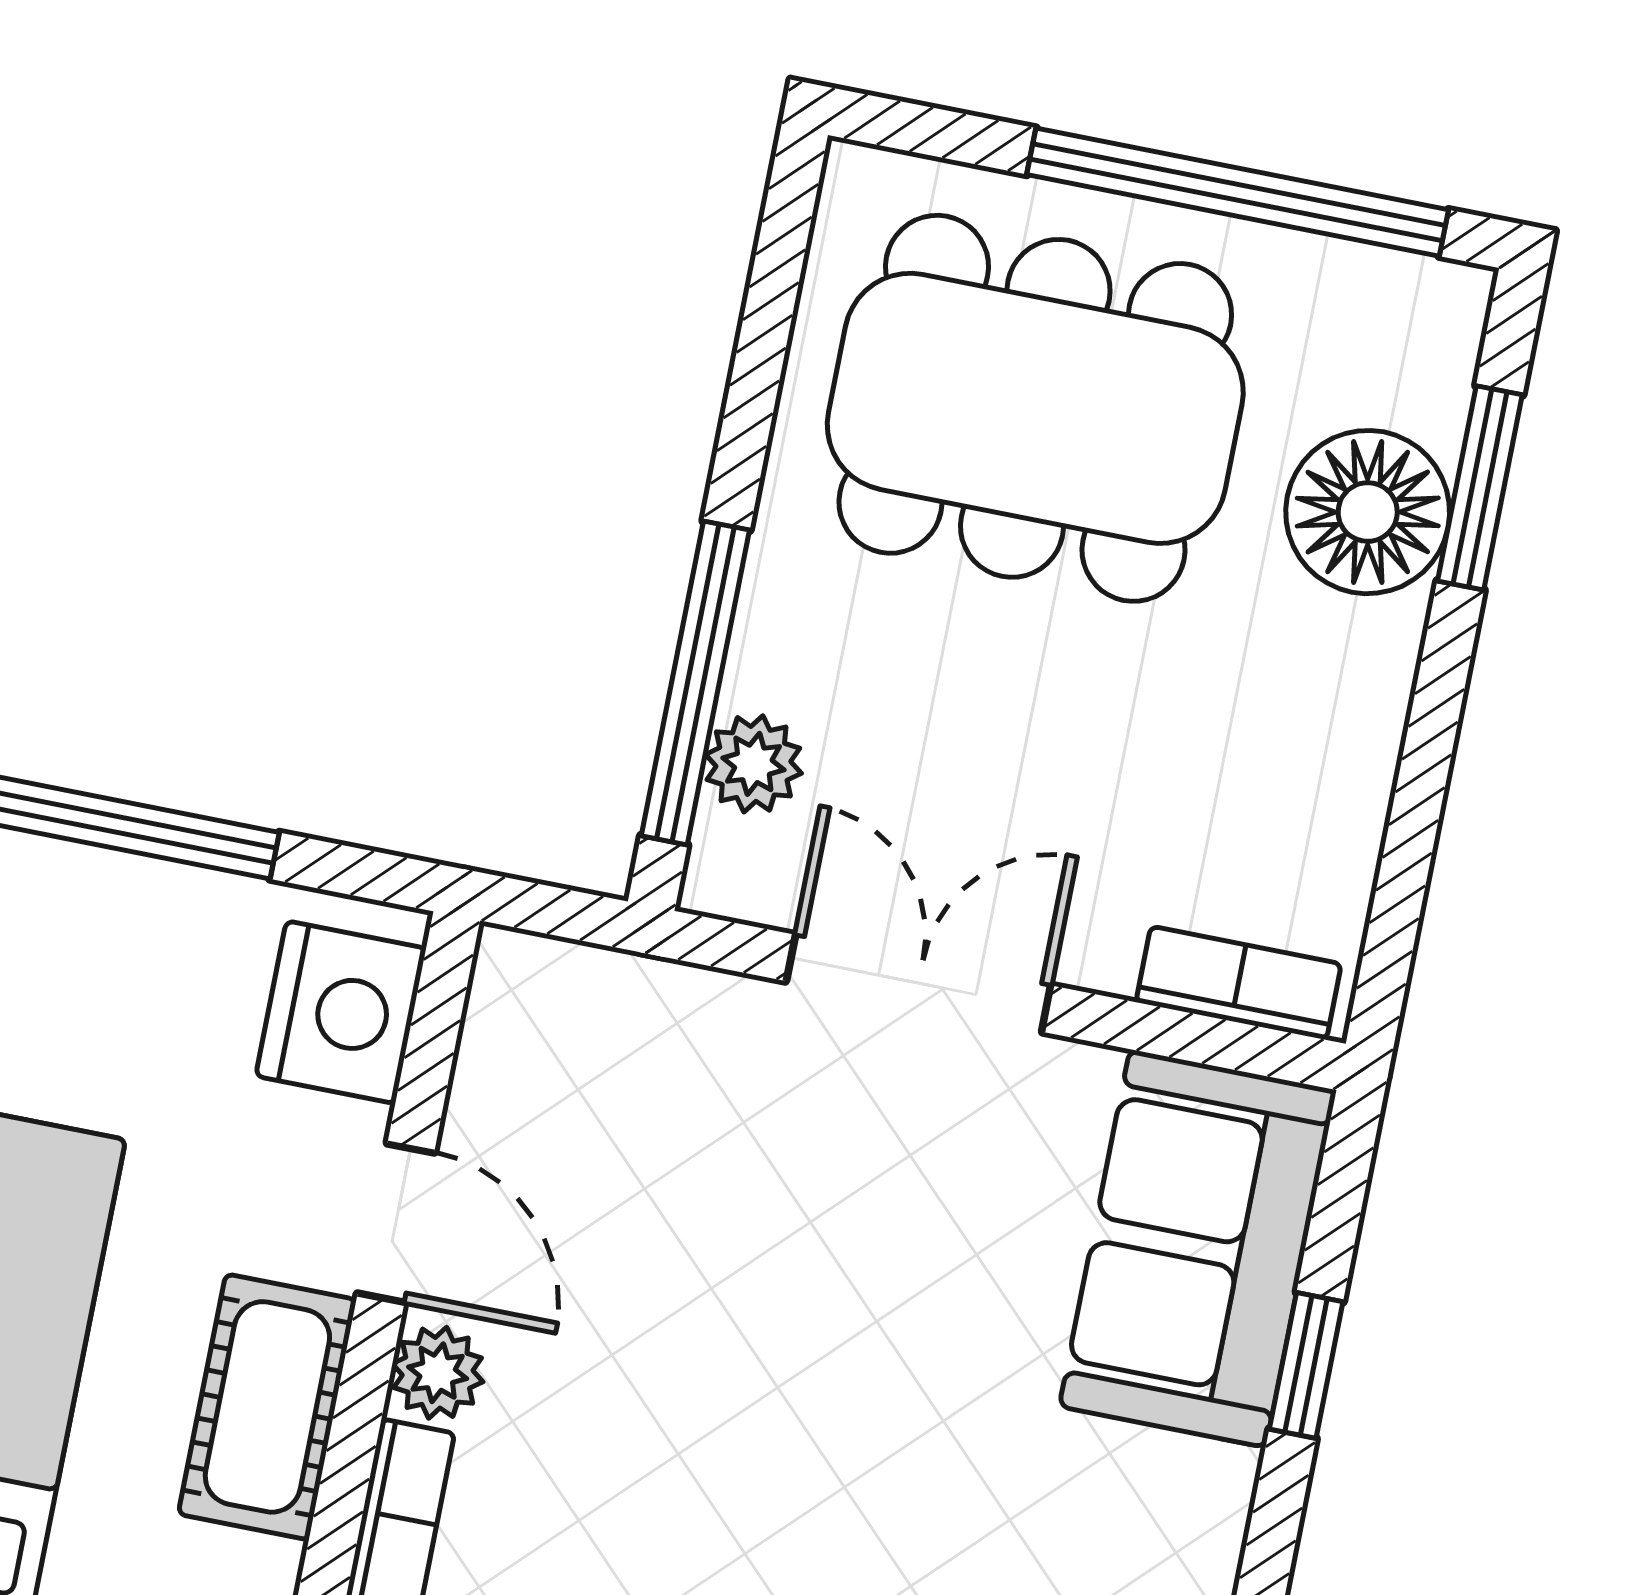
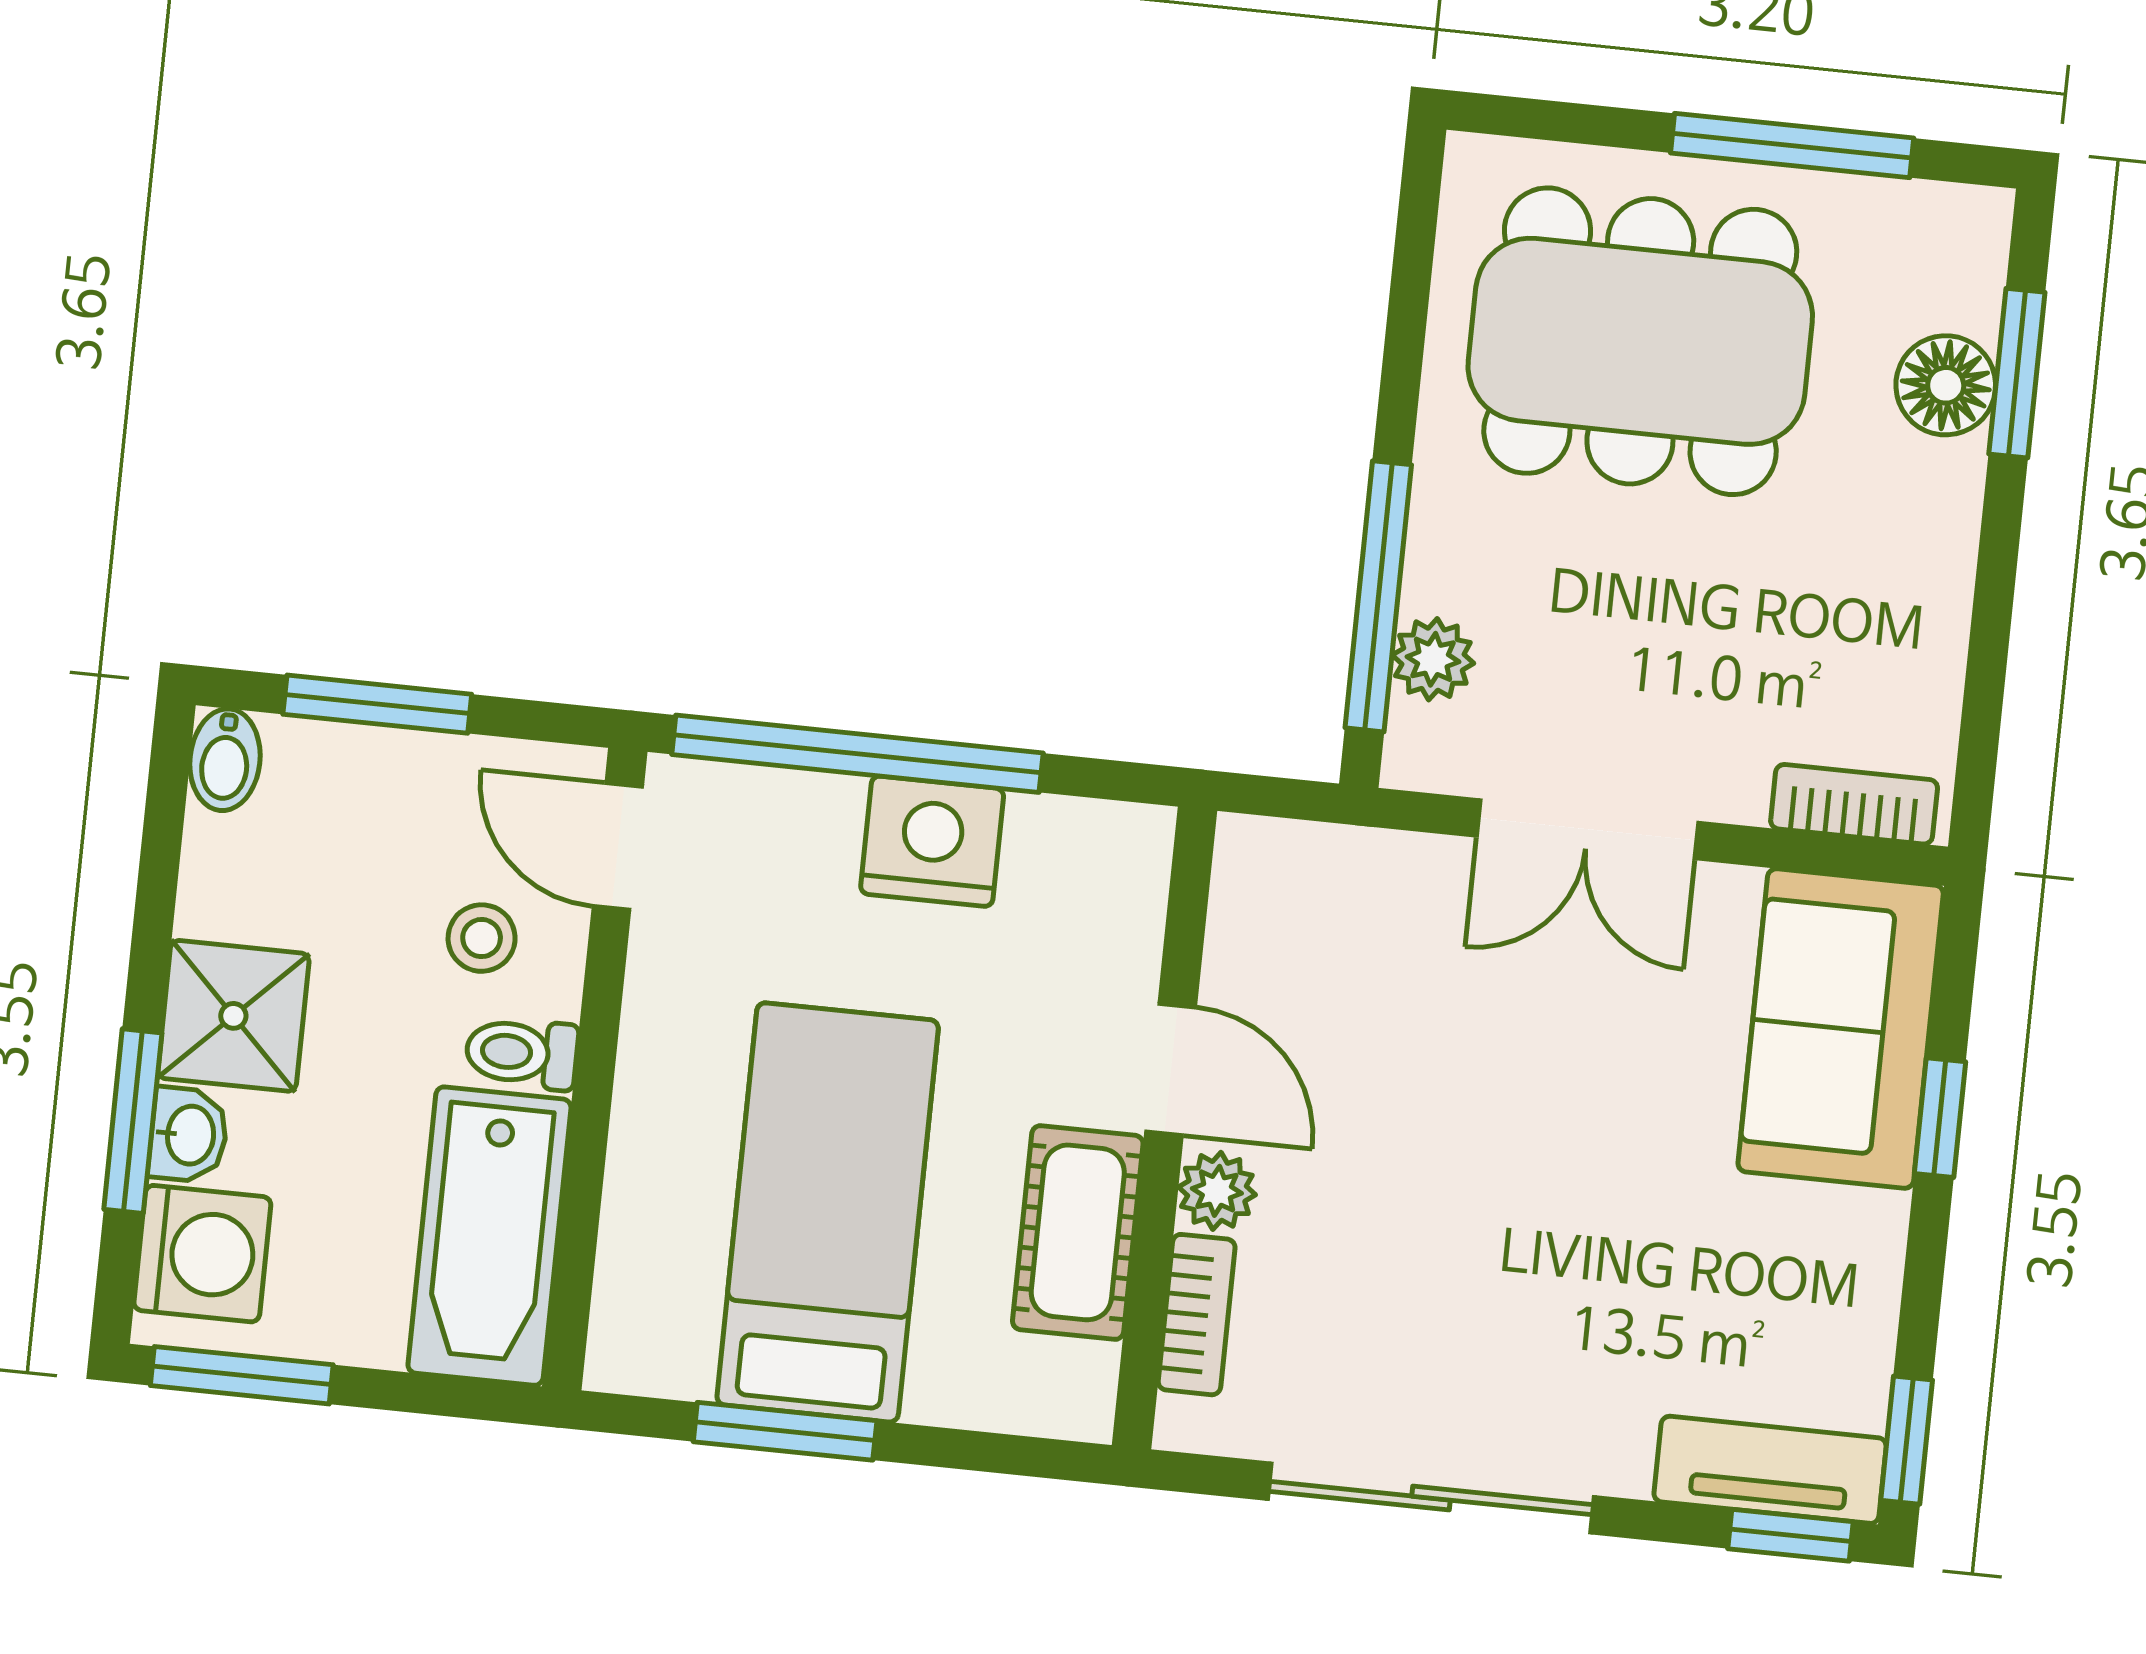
window: (1238, 192) -> (1792, 146), width x0.68
floor lamp: (1368, 512) -> (1946, 385), width x0.73, depth x0.73
double door: (919, 983) -> (1587, 829), swing flipped
nightstand: (341, 1012) -> (932, 841), moved, turned -90

